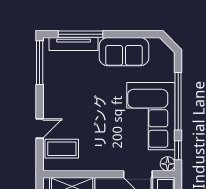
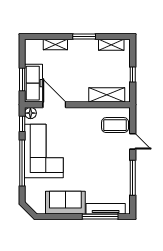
window: (40, 63) -> (133, 178), moved
door: (40, 128) -> (133, 141), swing flipped

